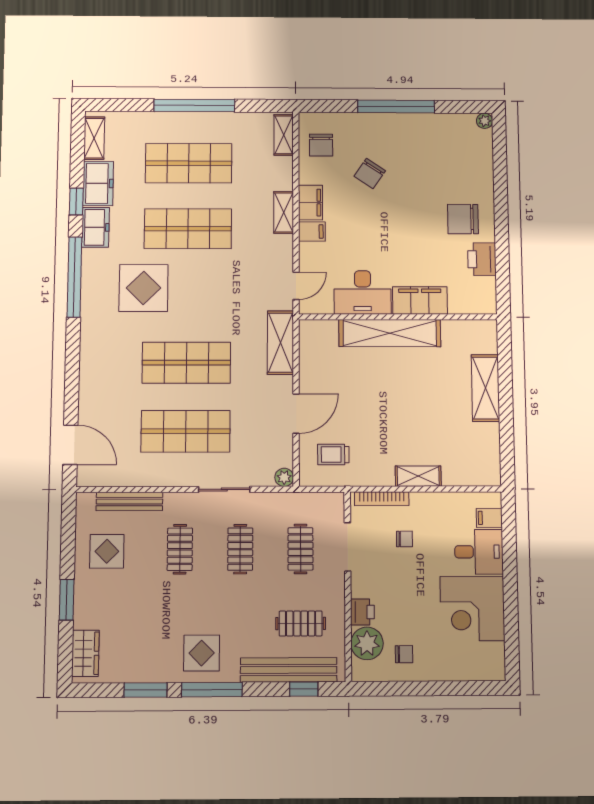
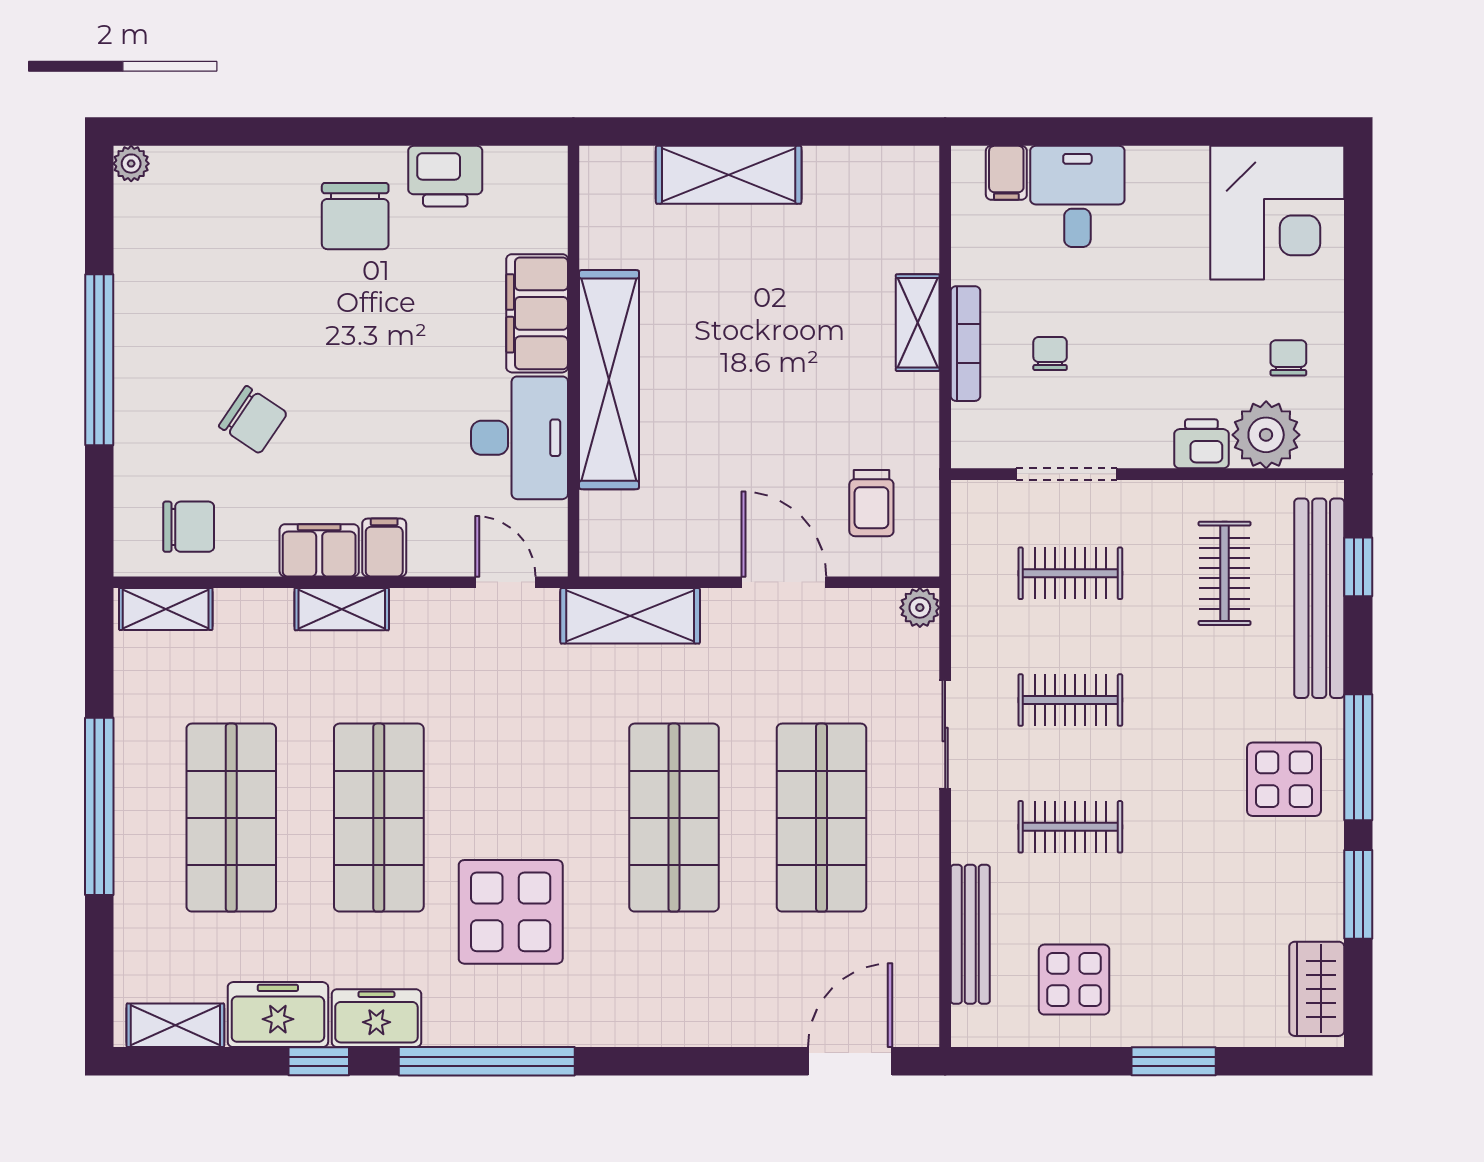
bookcase: (382, 499) -> (965, 344), moved
corner desk: (472, 608) -> (1277, 213), moved
wardrobe: (85, 653) -> (1317, 989), moved, turned -90

